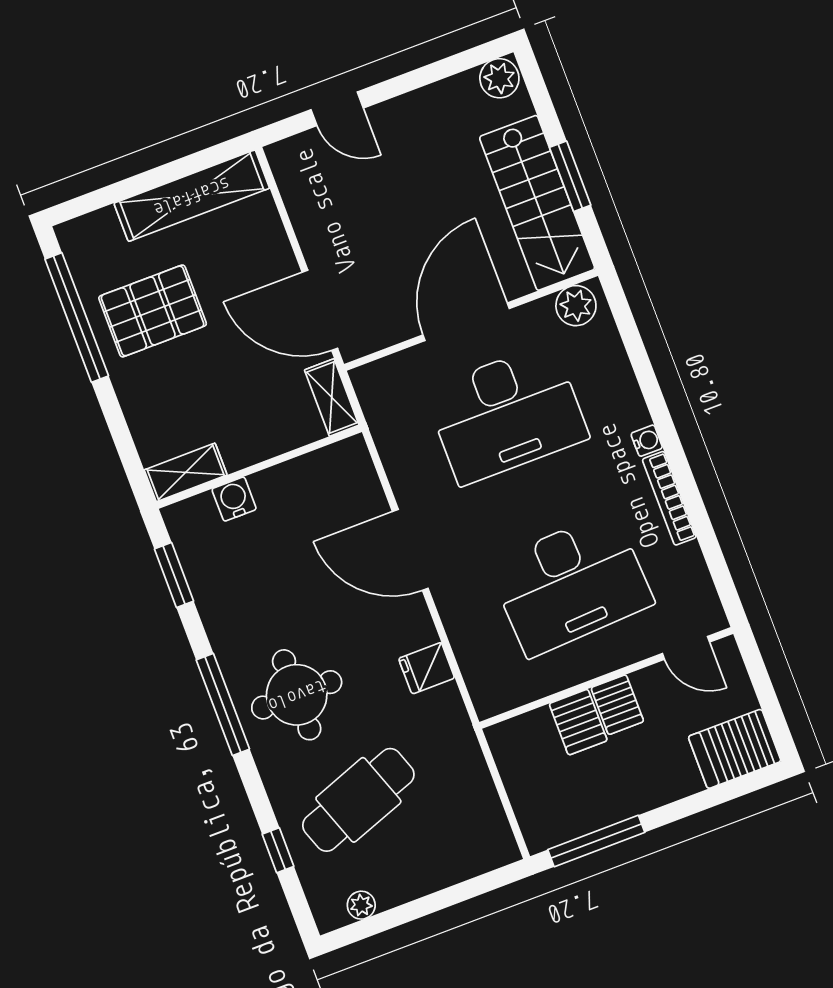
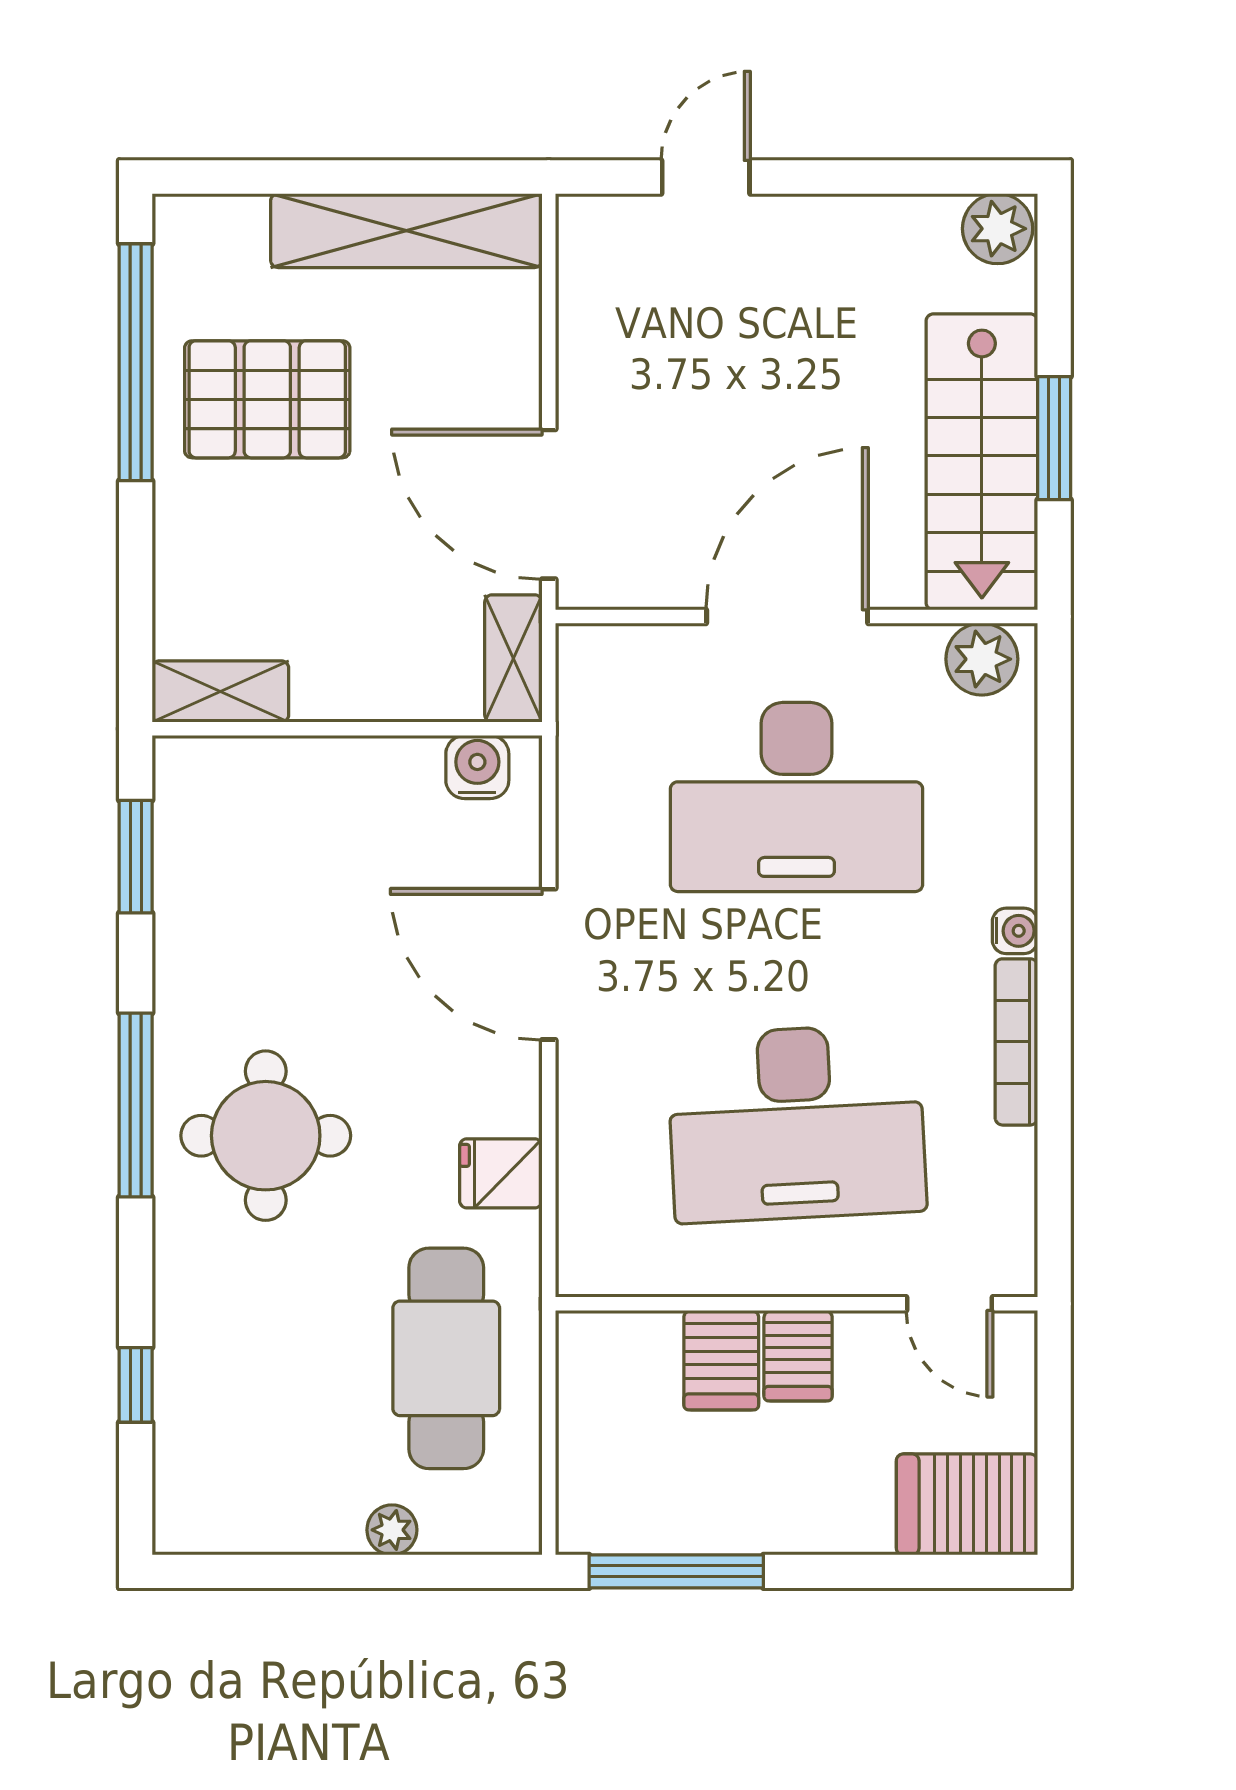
door: (337, 109) -> (706, 177), swing flipped
water cooler: (234, 499) -> (477, 767), moved
cafe table: (358, 800) -> (446, 1358), moved, turned -70
plant: (361, 905) -> (392, 1530), moved

